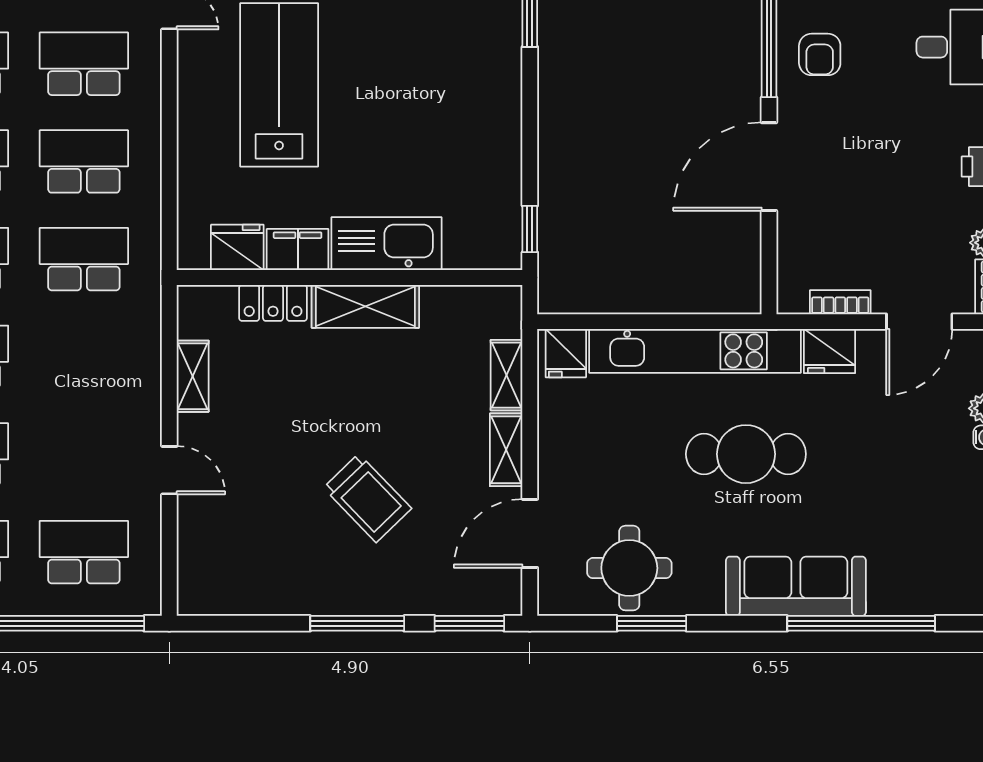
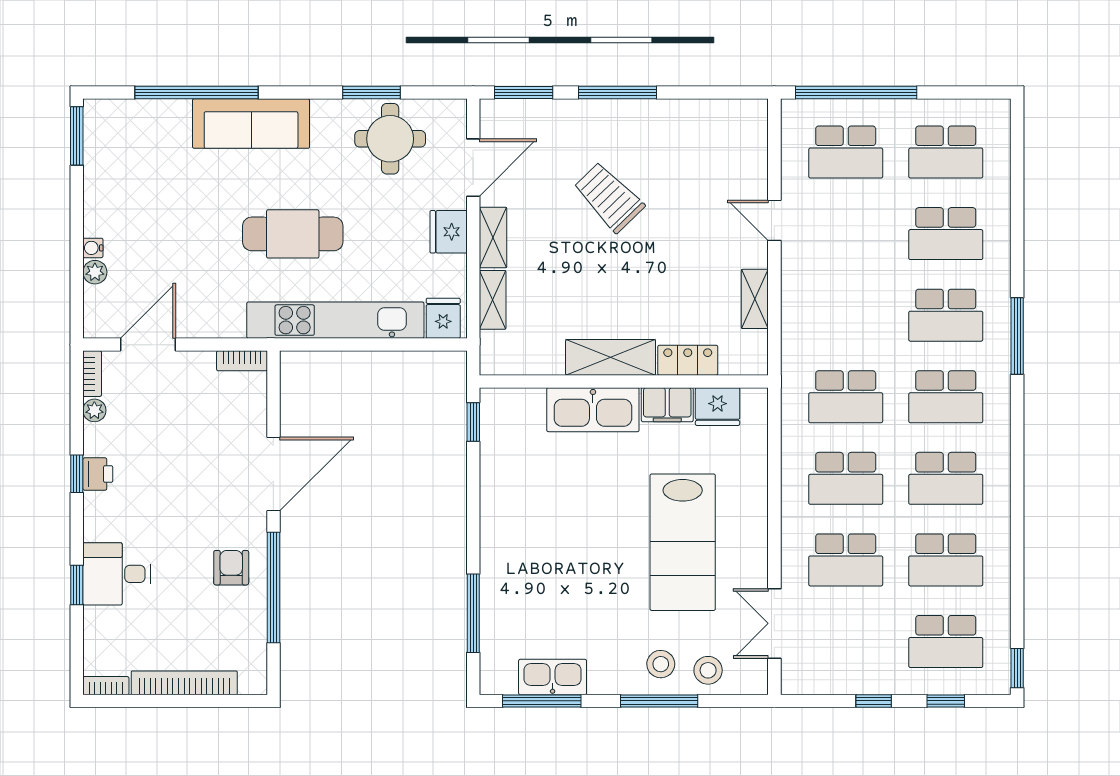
bookcase: (840, 302) -> (242, 361), moved
fridge: (830, 351) -> (449, 232), moved, turned -90

